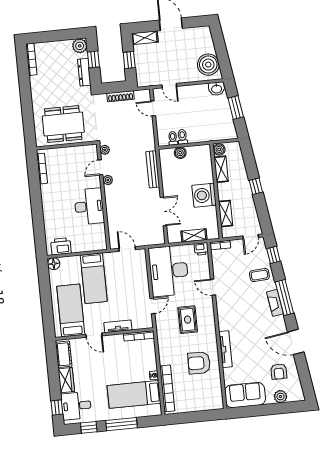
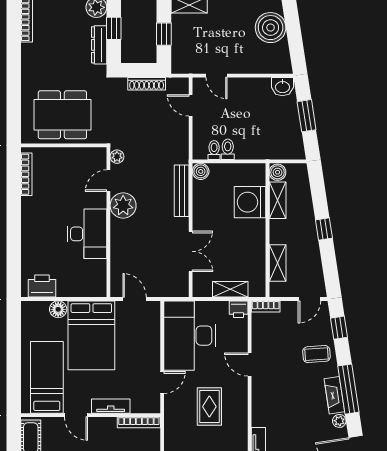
boiler: (208, 65) -> (271, 28), moved
boiler: (180, 153) -> (201, 171), moved
plant: (108, 180) -> (123, 205), width x1.88, depth x1.88
washing machine: (204, 195) -> (250, 202), moved
floor lamp: (54, 264) -> (58, 309), moved
bed: (94, 278) -> (91, 335), width x1.50
plant: (280, 321) -> (339, 421), added

